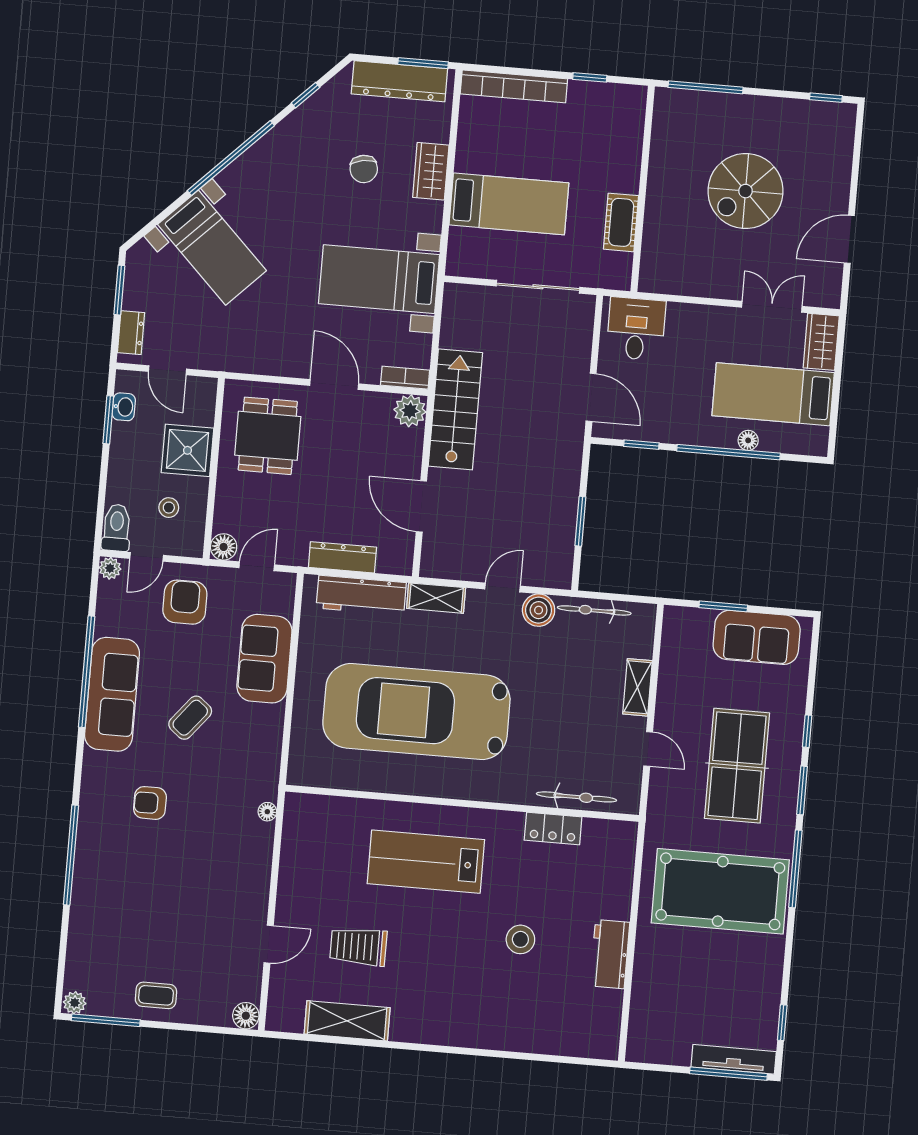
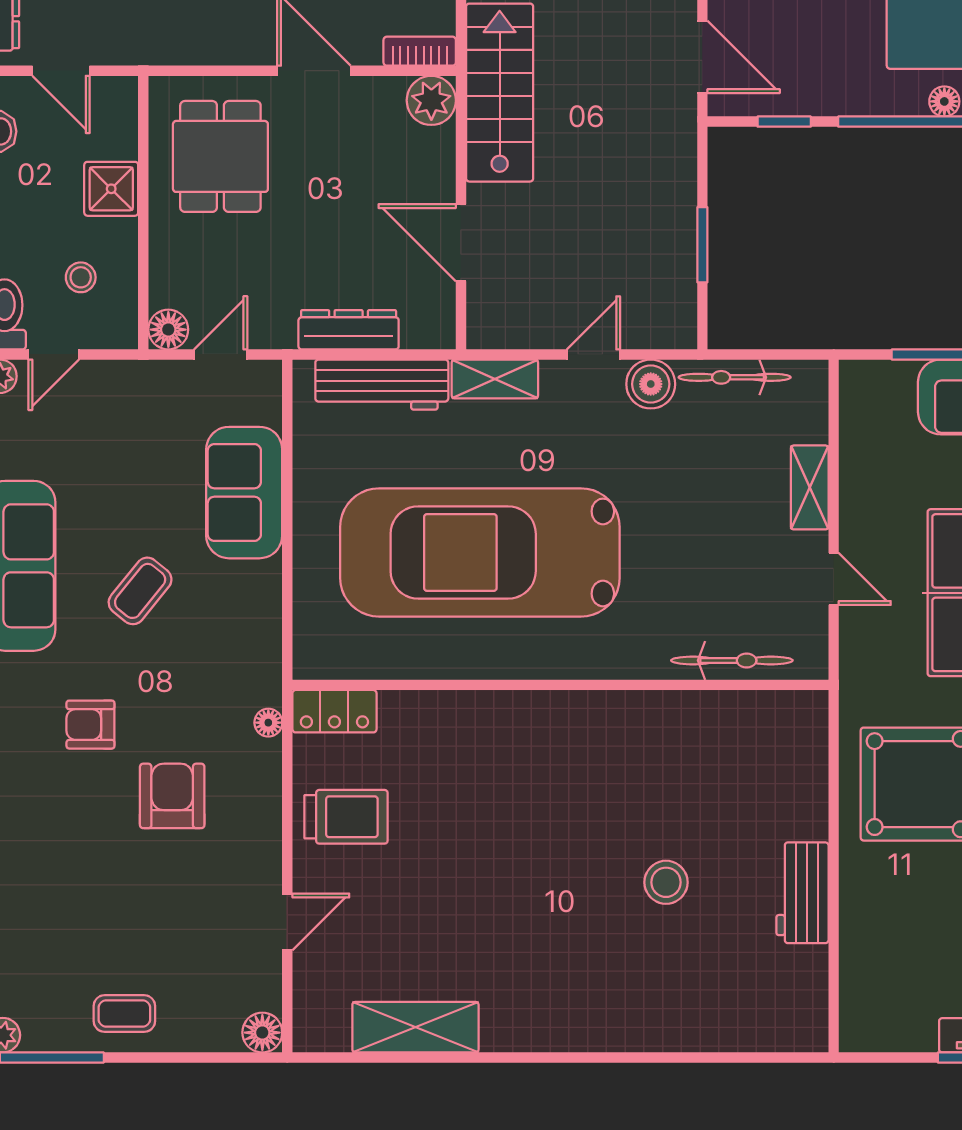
shower: (187, 450) -> (111, 189), width x0.73, depth x0.73
armchair: (185, 602) -> (172, 796), moved
locker: (553, 829) -> (334, 711), moved
lab bench: (426, 862) -> (514, 777), removed
trolley: (358, 947) -> (346, 817), moved, turned 180

